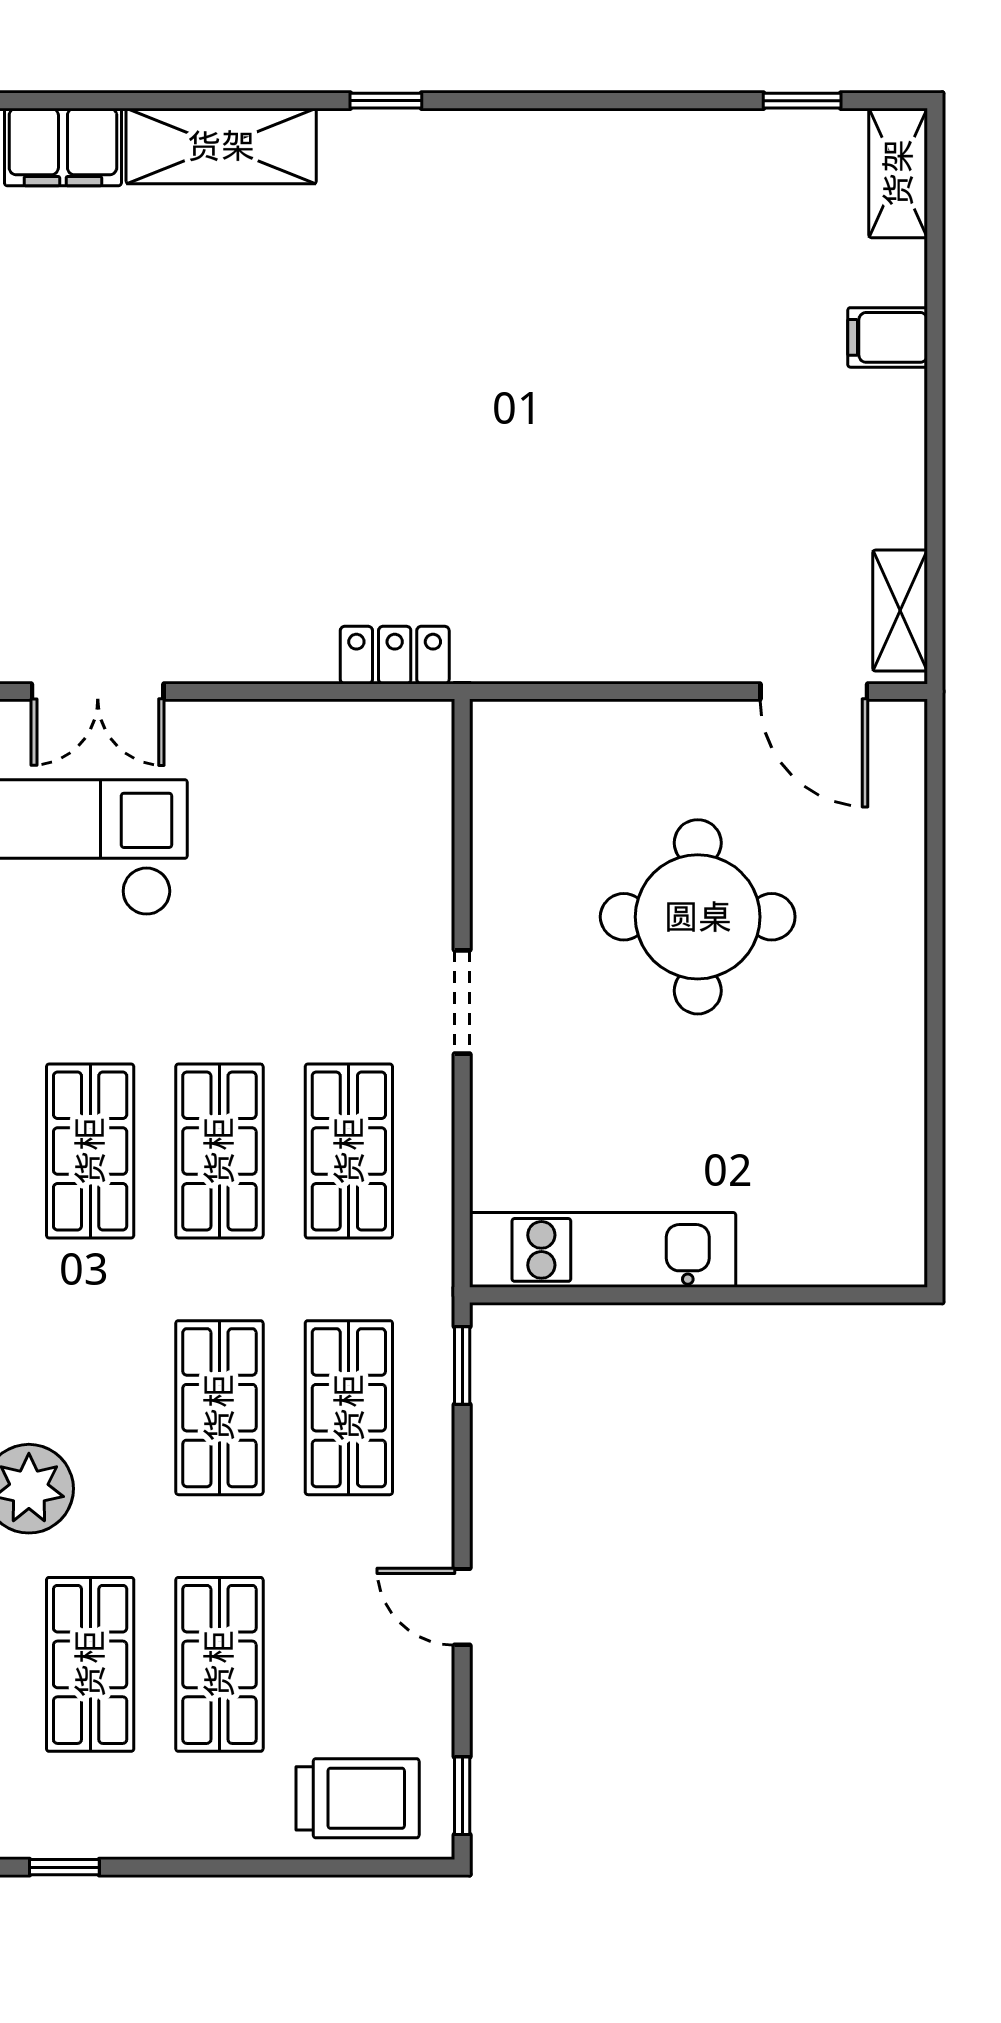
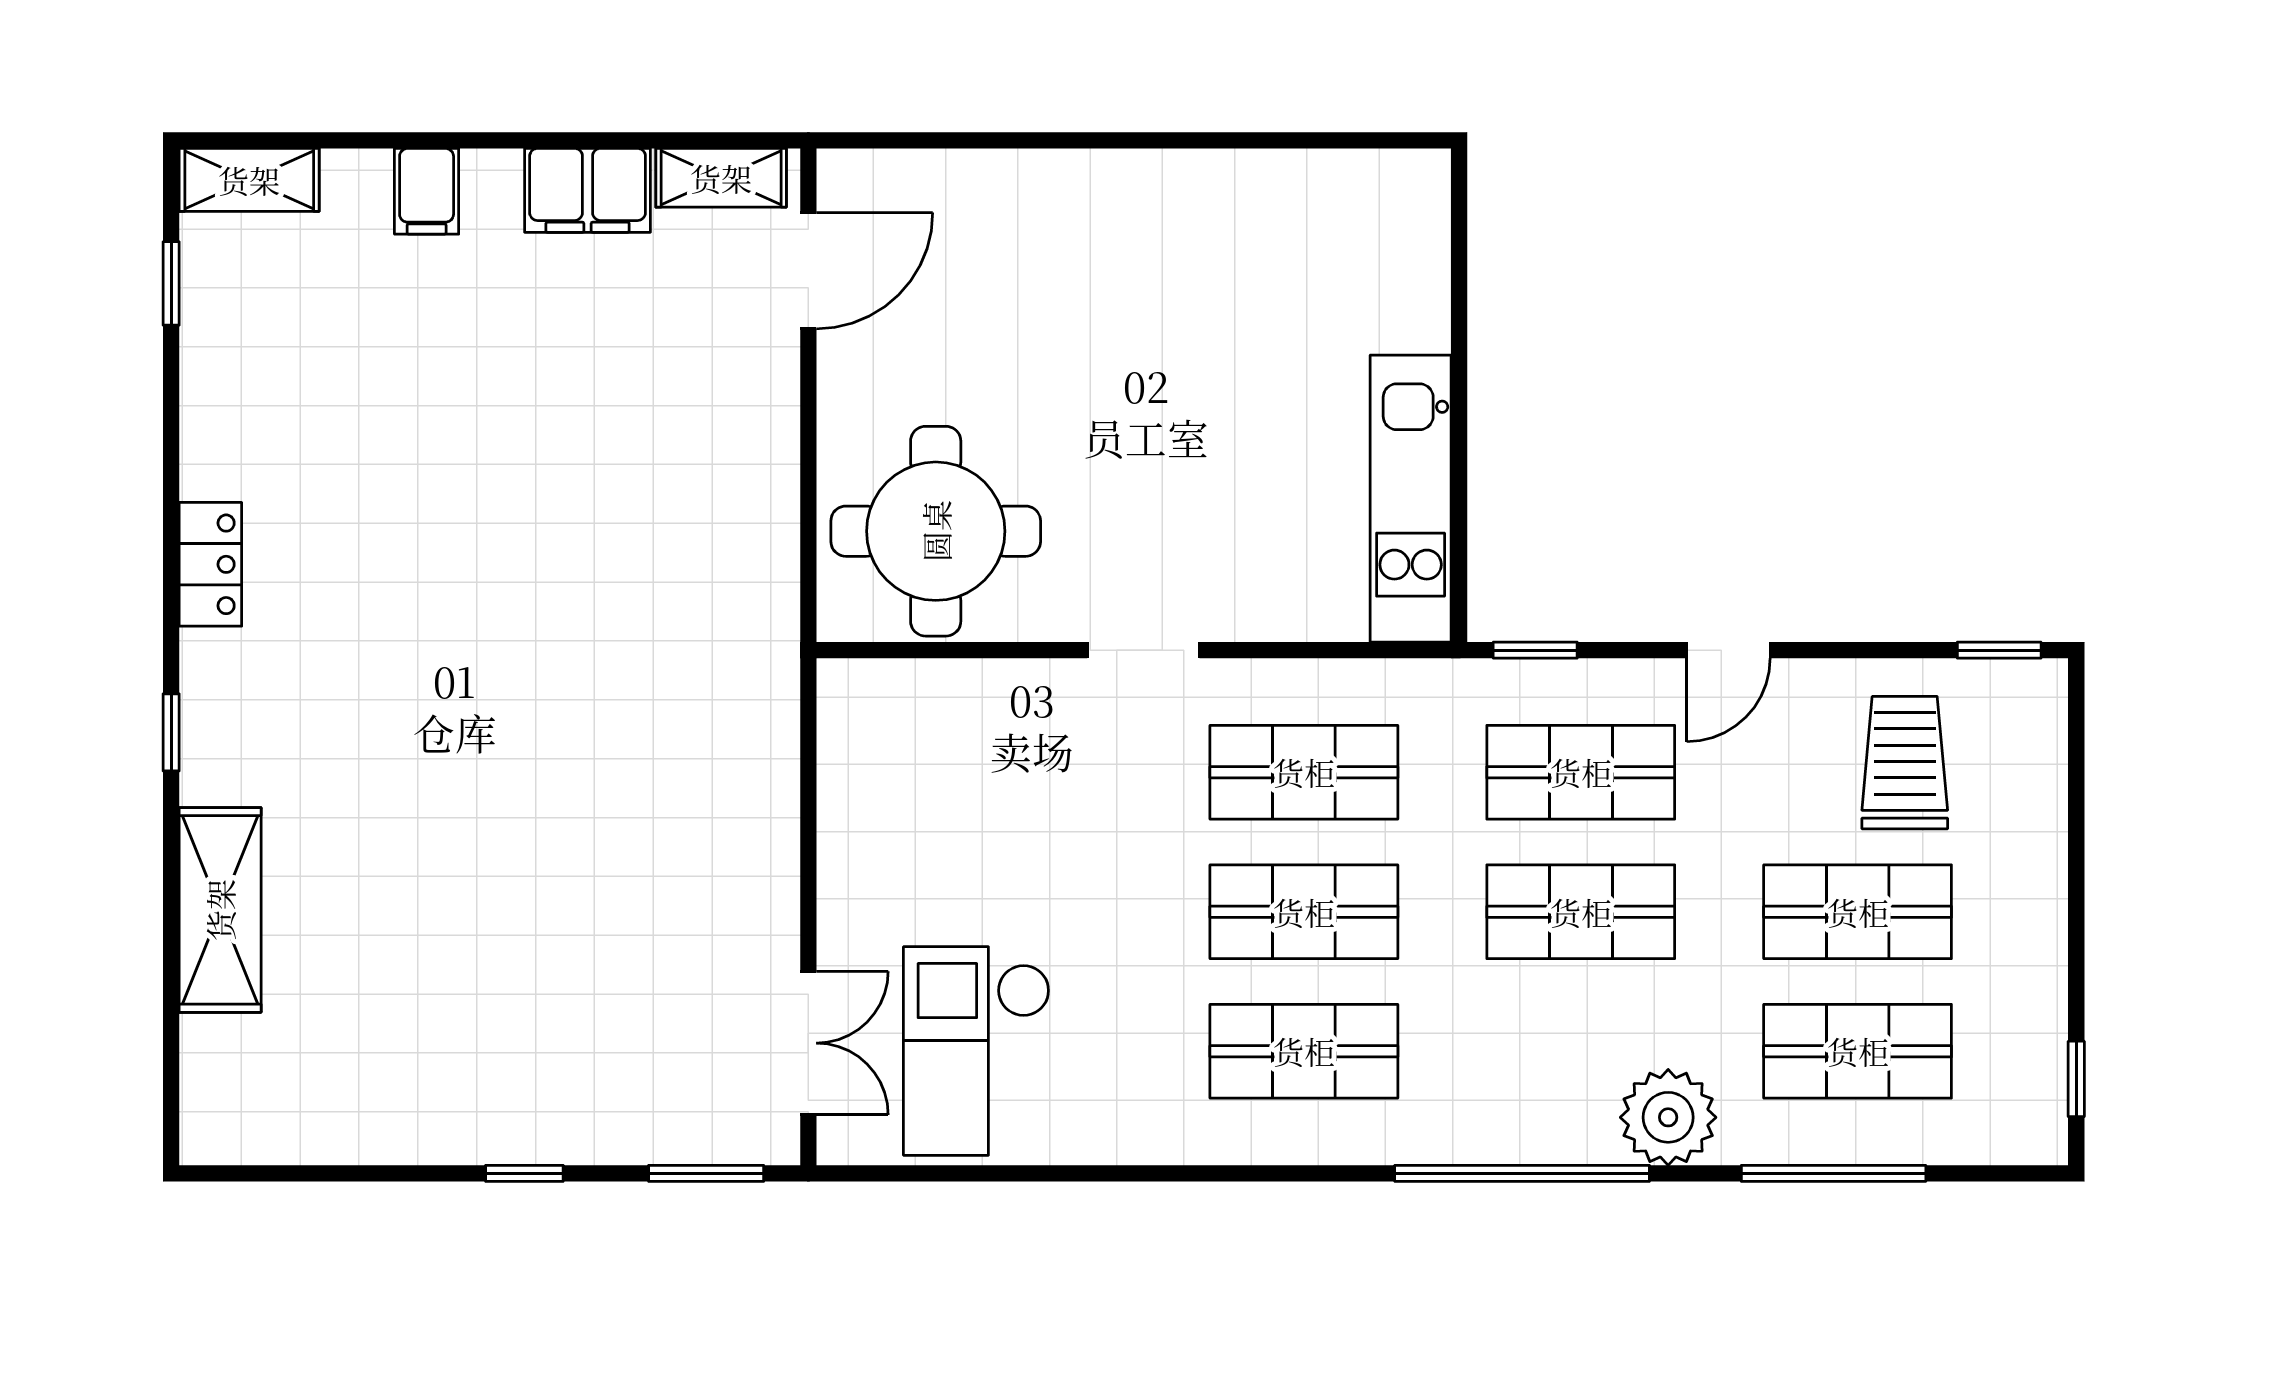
filing cabinet: (63, 147) -> (588, 190), moved, turned 90
locker: (395, 655) -> (210, 564), moved, turned 180
round table: (698, 917) -> (936, 531), moved
door: (462, 1607) -> (1728, 650), moved
trolley: (358, 1798) -> (1905, 763), moved

